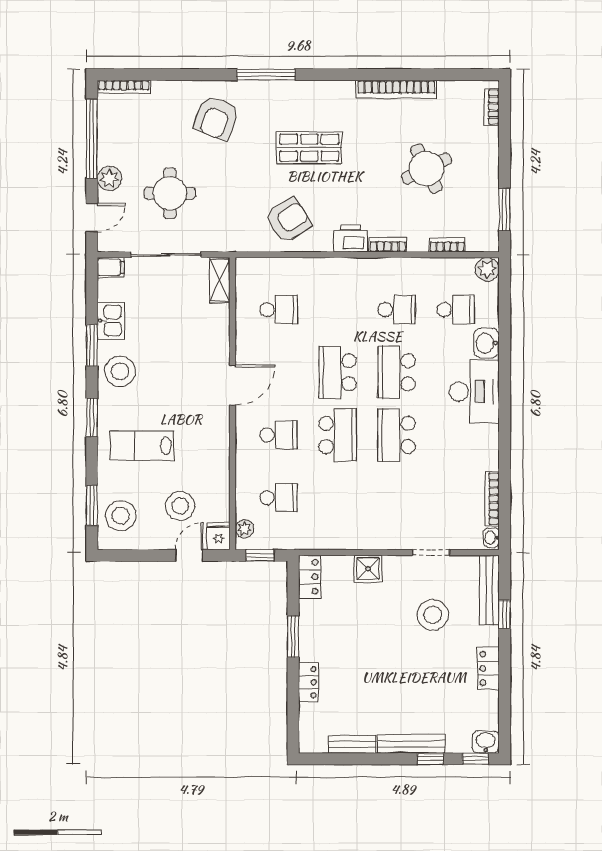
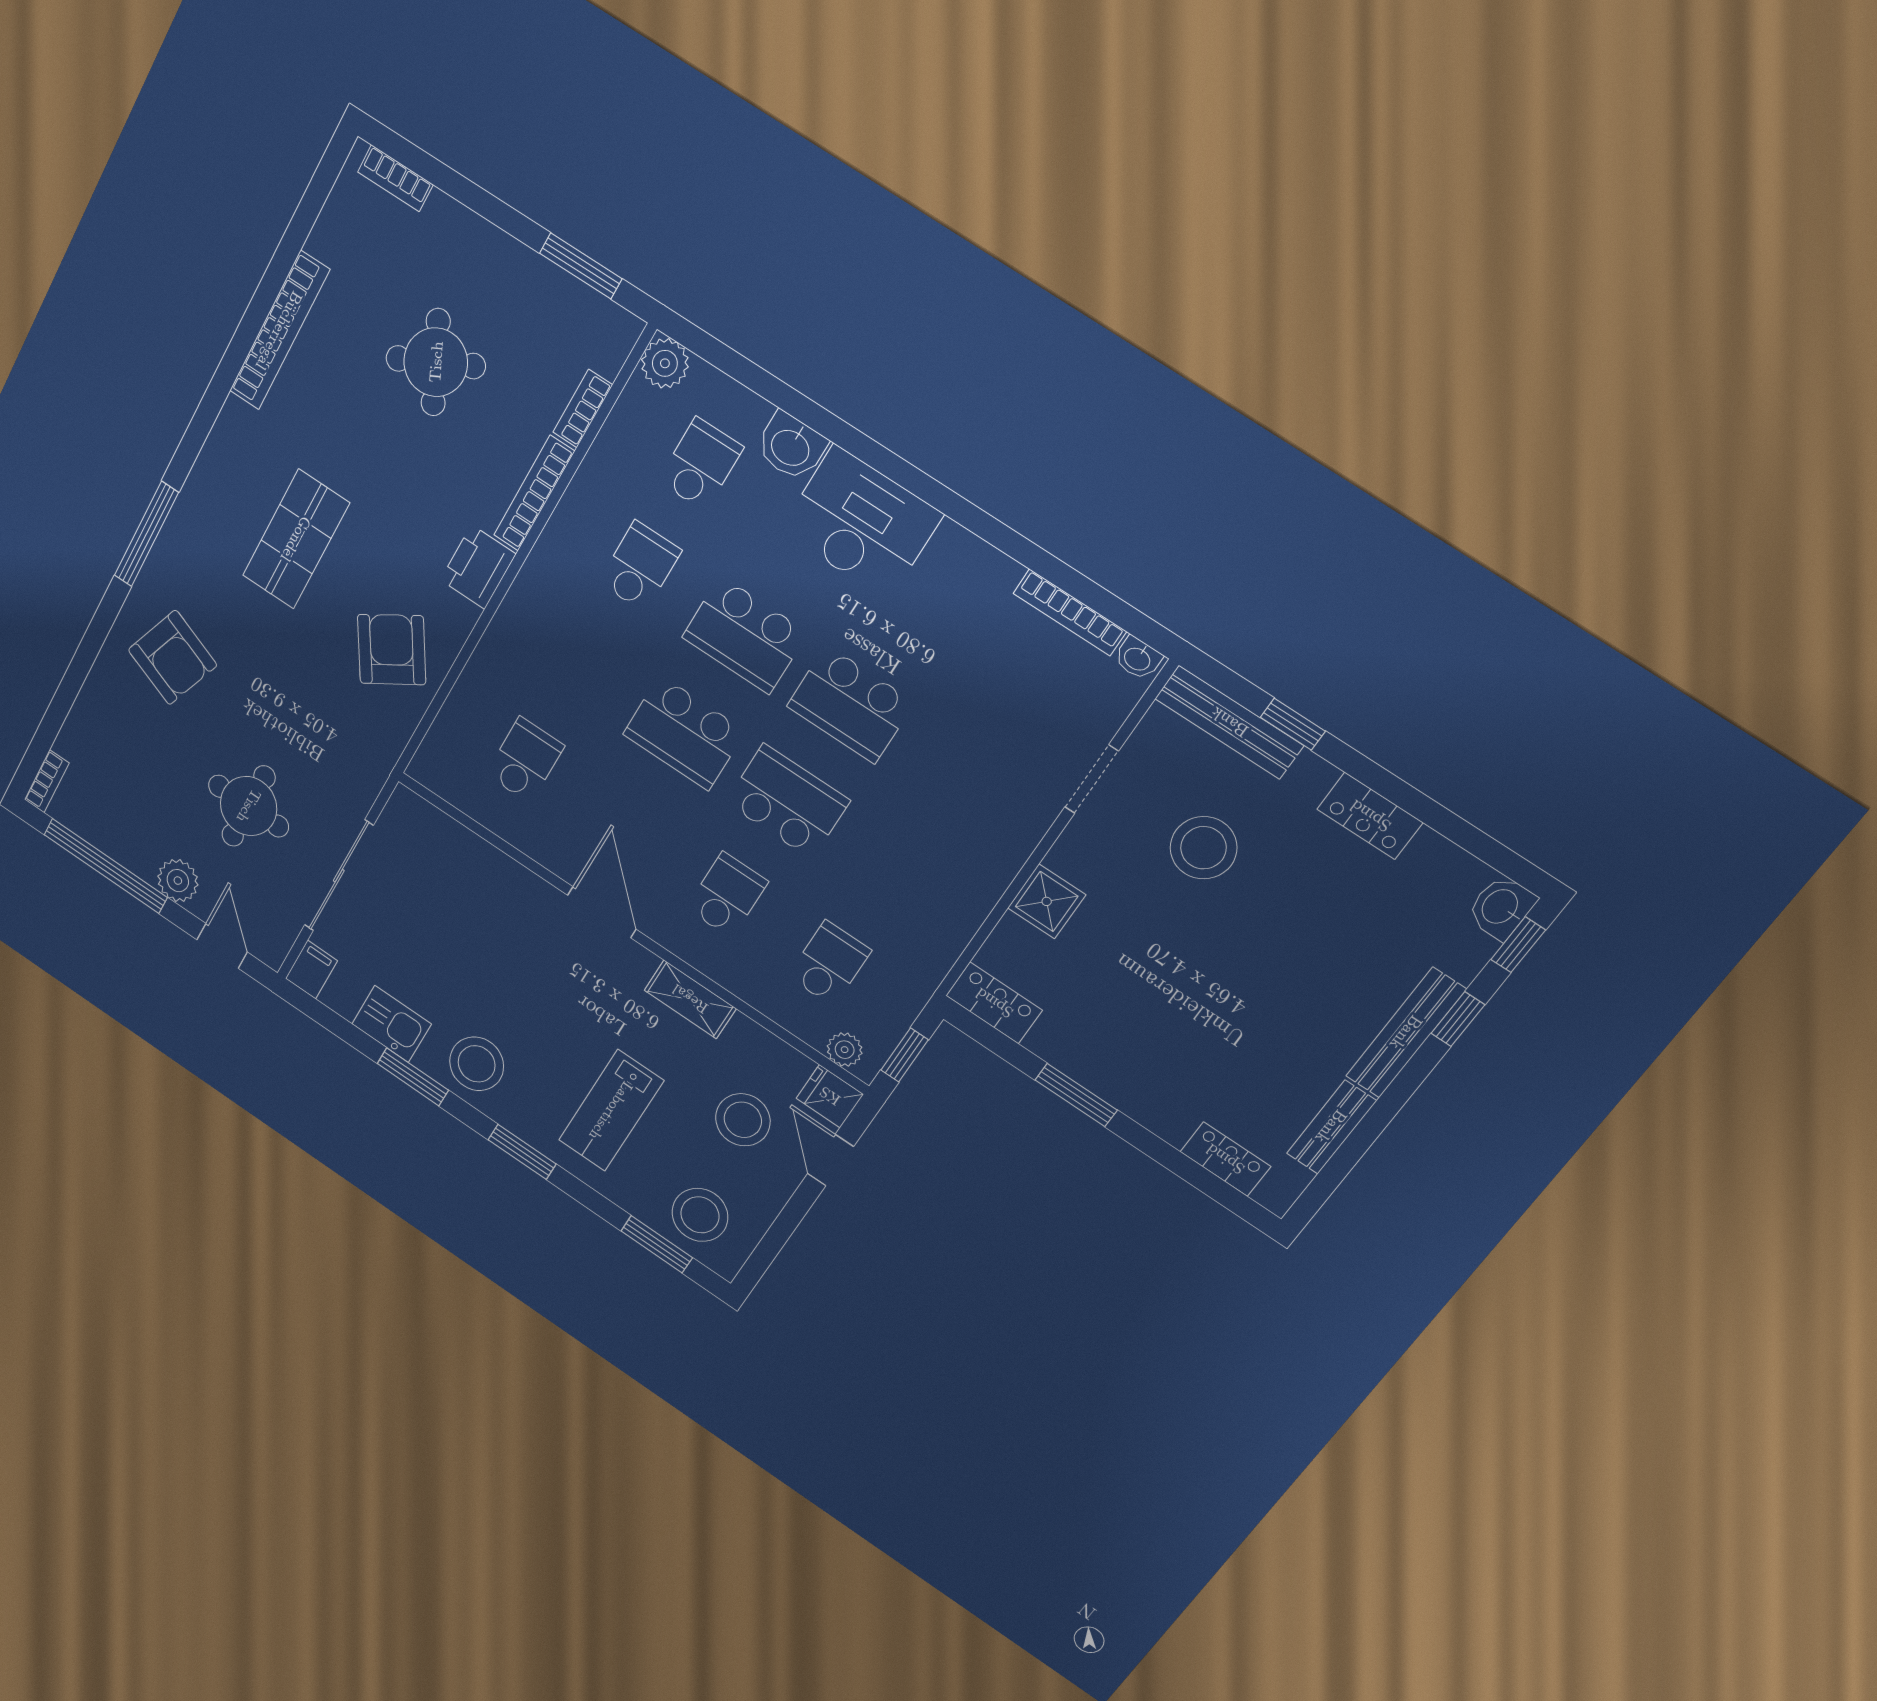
bookcase: (124, 87) -> (47, 781), width x0.64
bookcase: (388, 245) -> (534, 493), width x1.56
shelving: (220, 280) -> (690, 999), moved
locker: (309, 682) -> (1225, 1159), moved

